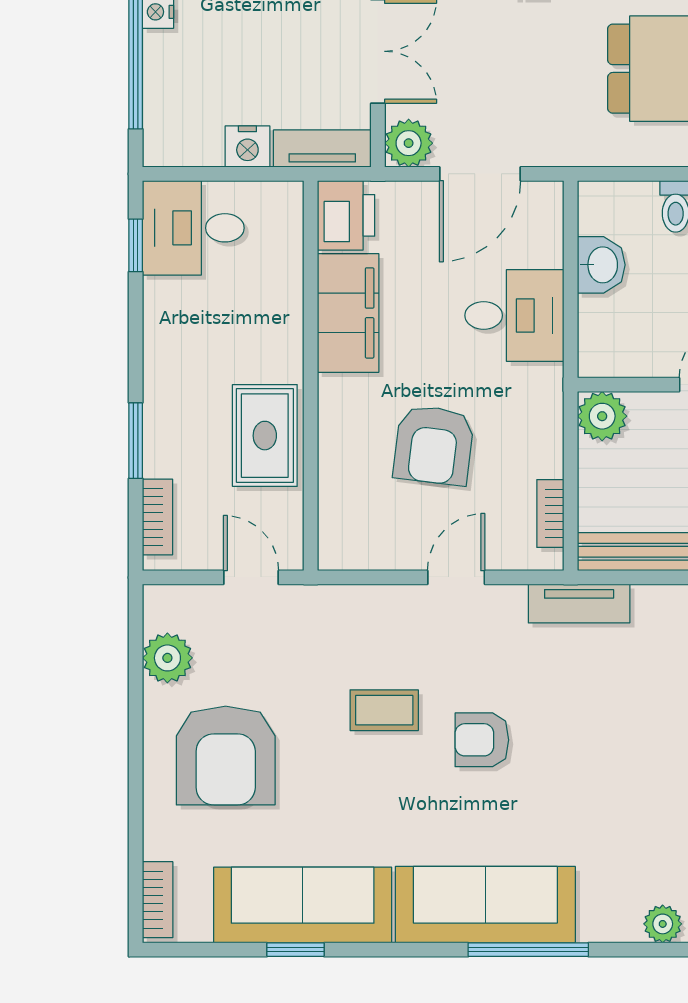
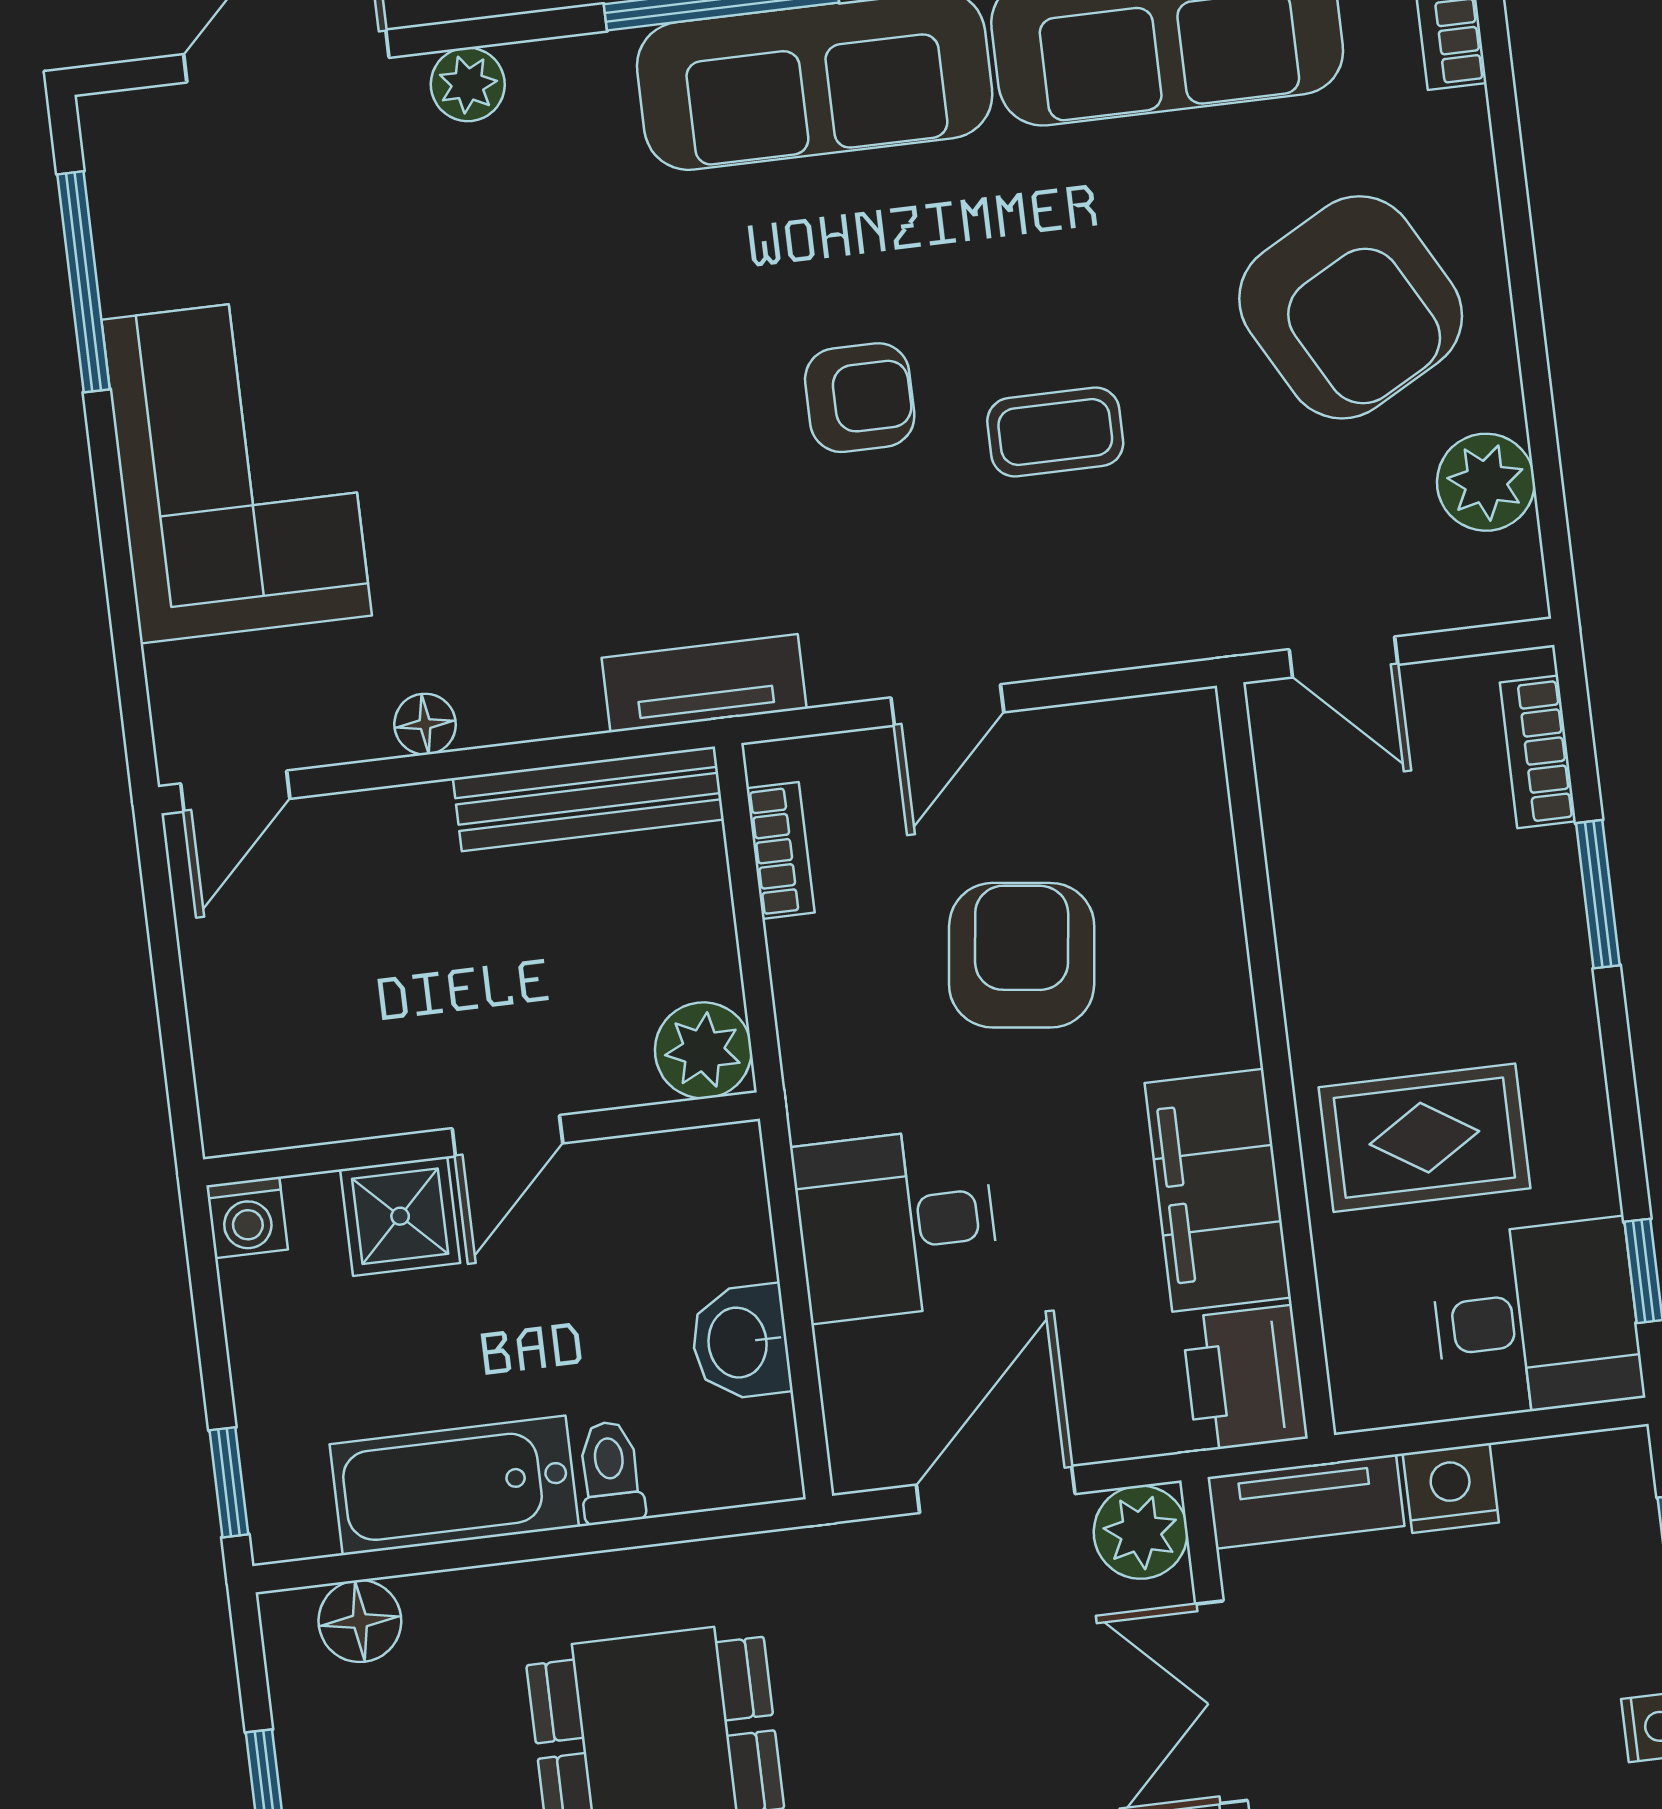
rug: (265, 436) -> (1424, 1138), moved, turned 90
armchair: (226, 756) -> (1351, 307), turned 151

